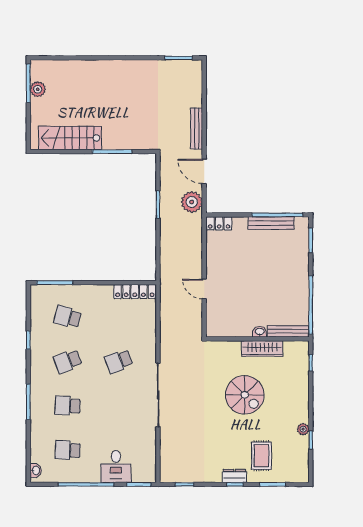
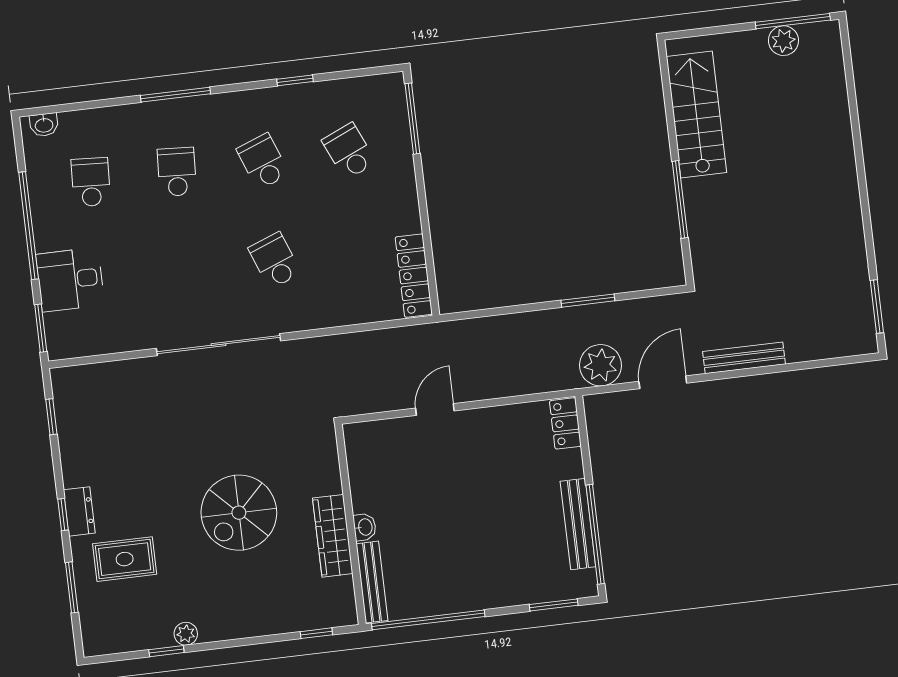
school desk: (68, 317) -> (349, 151), turned -39

